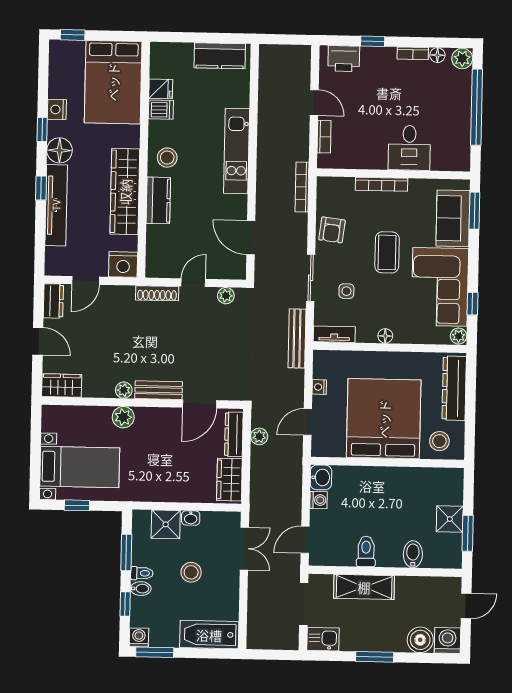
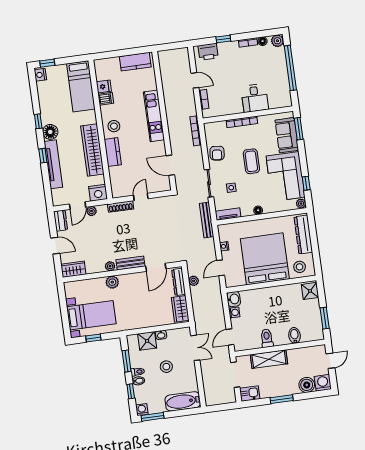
bed: (113, 82) -> (81, 86), width x0.67
nightstand: (57, 109) -> (40, 75), moved
plant: (226, 296) -> (92, 211), moved
shower: (450, 519) -> (310, 291), moved

